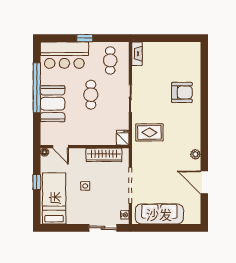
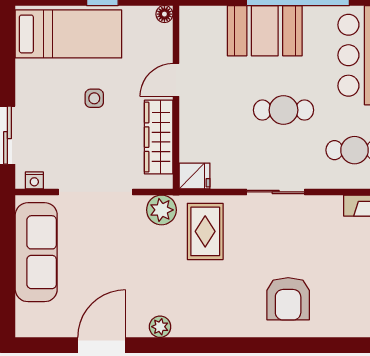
door: (60, 147) -> (176, 80), moved
plant: (139, 154) -> (161, 210), added

